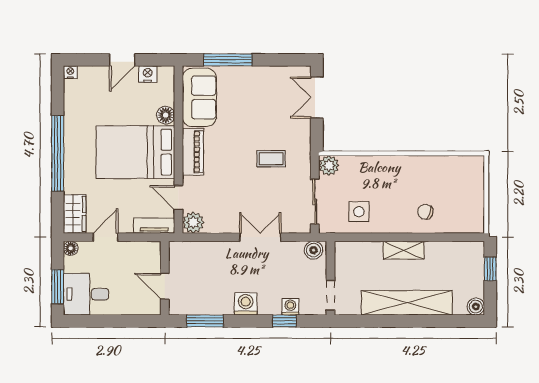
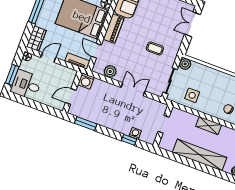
plant: (193, 222) -> (110, 71), moved
boiler: (314, 250) -> (159, 107), removed
door: (165, 286) -> (71, 96), hinge flipped
doorway: (330, 295) -> (164, 124), moved
washing machine: (246, 304) -> (86, 81), moved, turned 180

